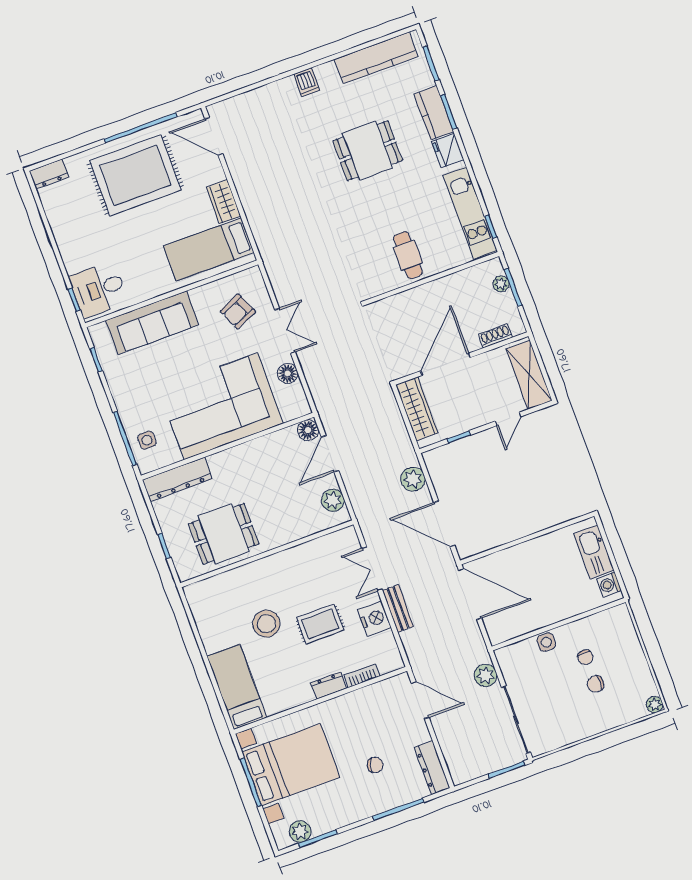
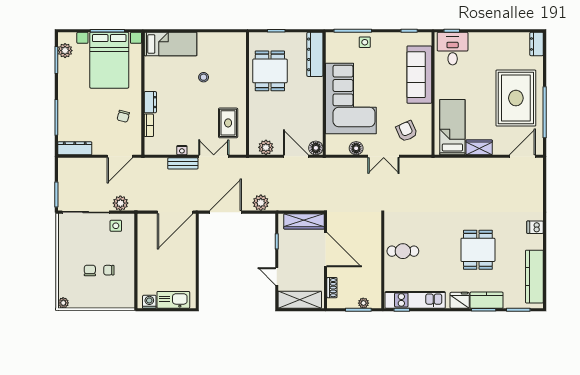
side table: (147, 440) -> (365, 42), moved
nightstand: (374, 619) -> (182, 150), width x0.53, depth x0.56
stool: (266, 624) -> (204, 77), width x0.53, depth x0.53
rug: (320, 624) -> (228, 123), moved
side table: (546, 642) -> (116, 226), moved
chair: (375, 765) -> (123, 116), moved

